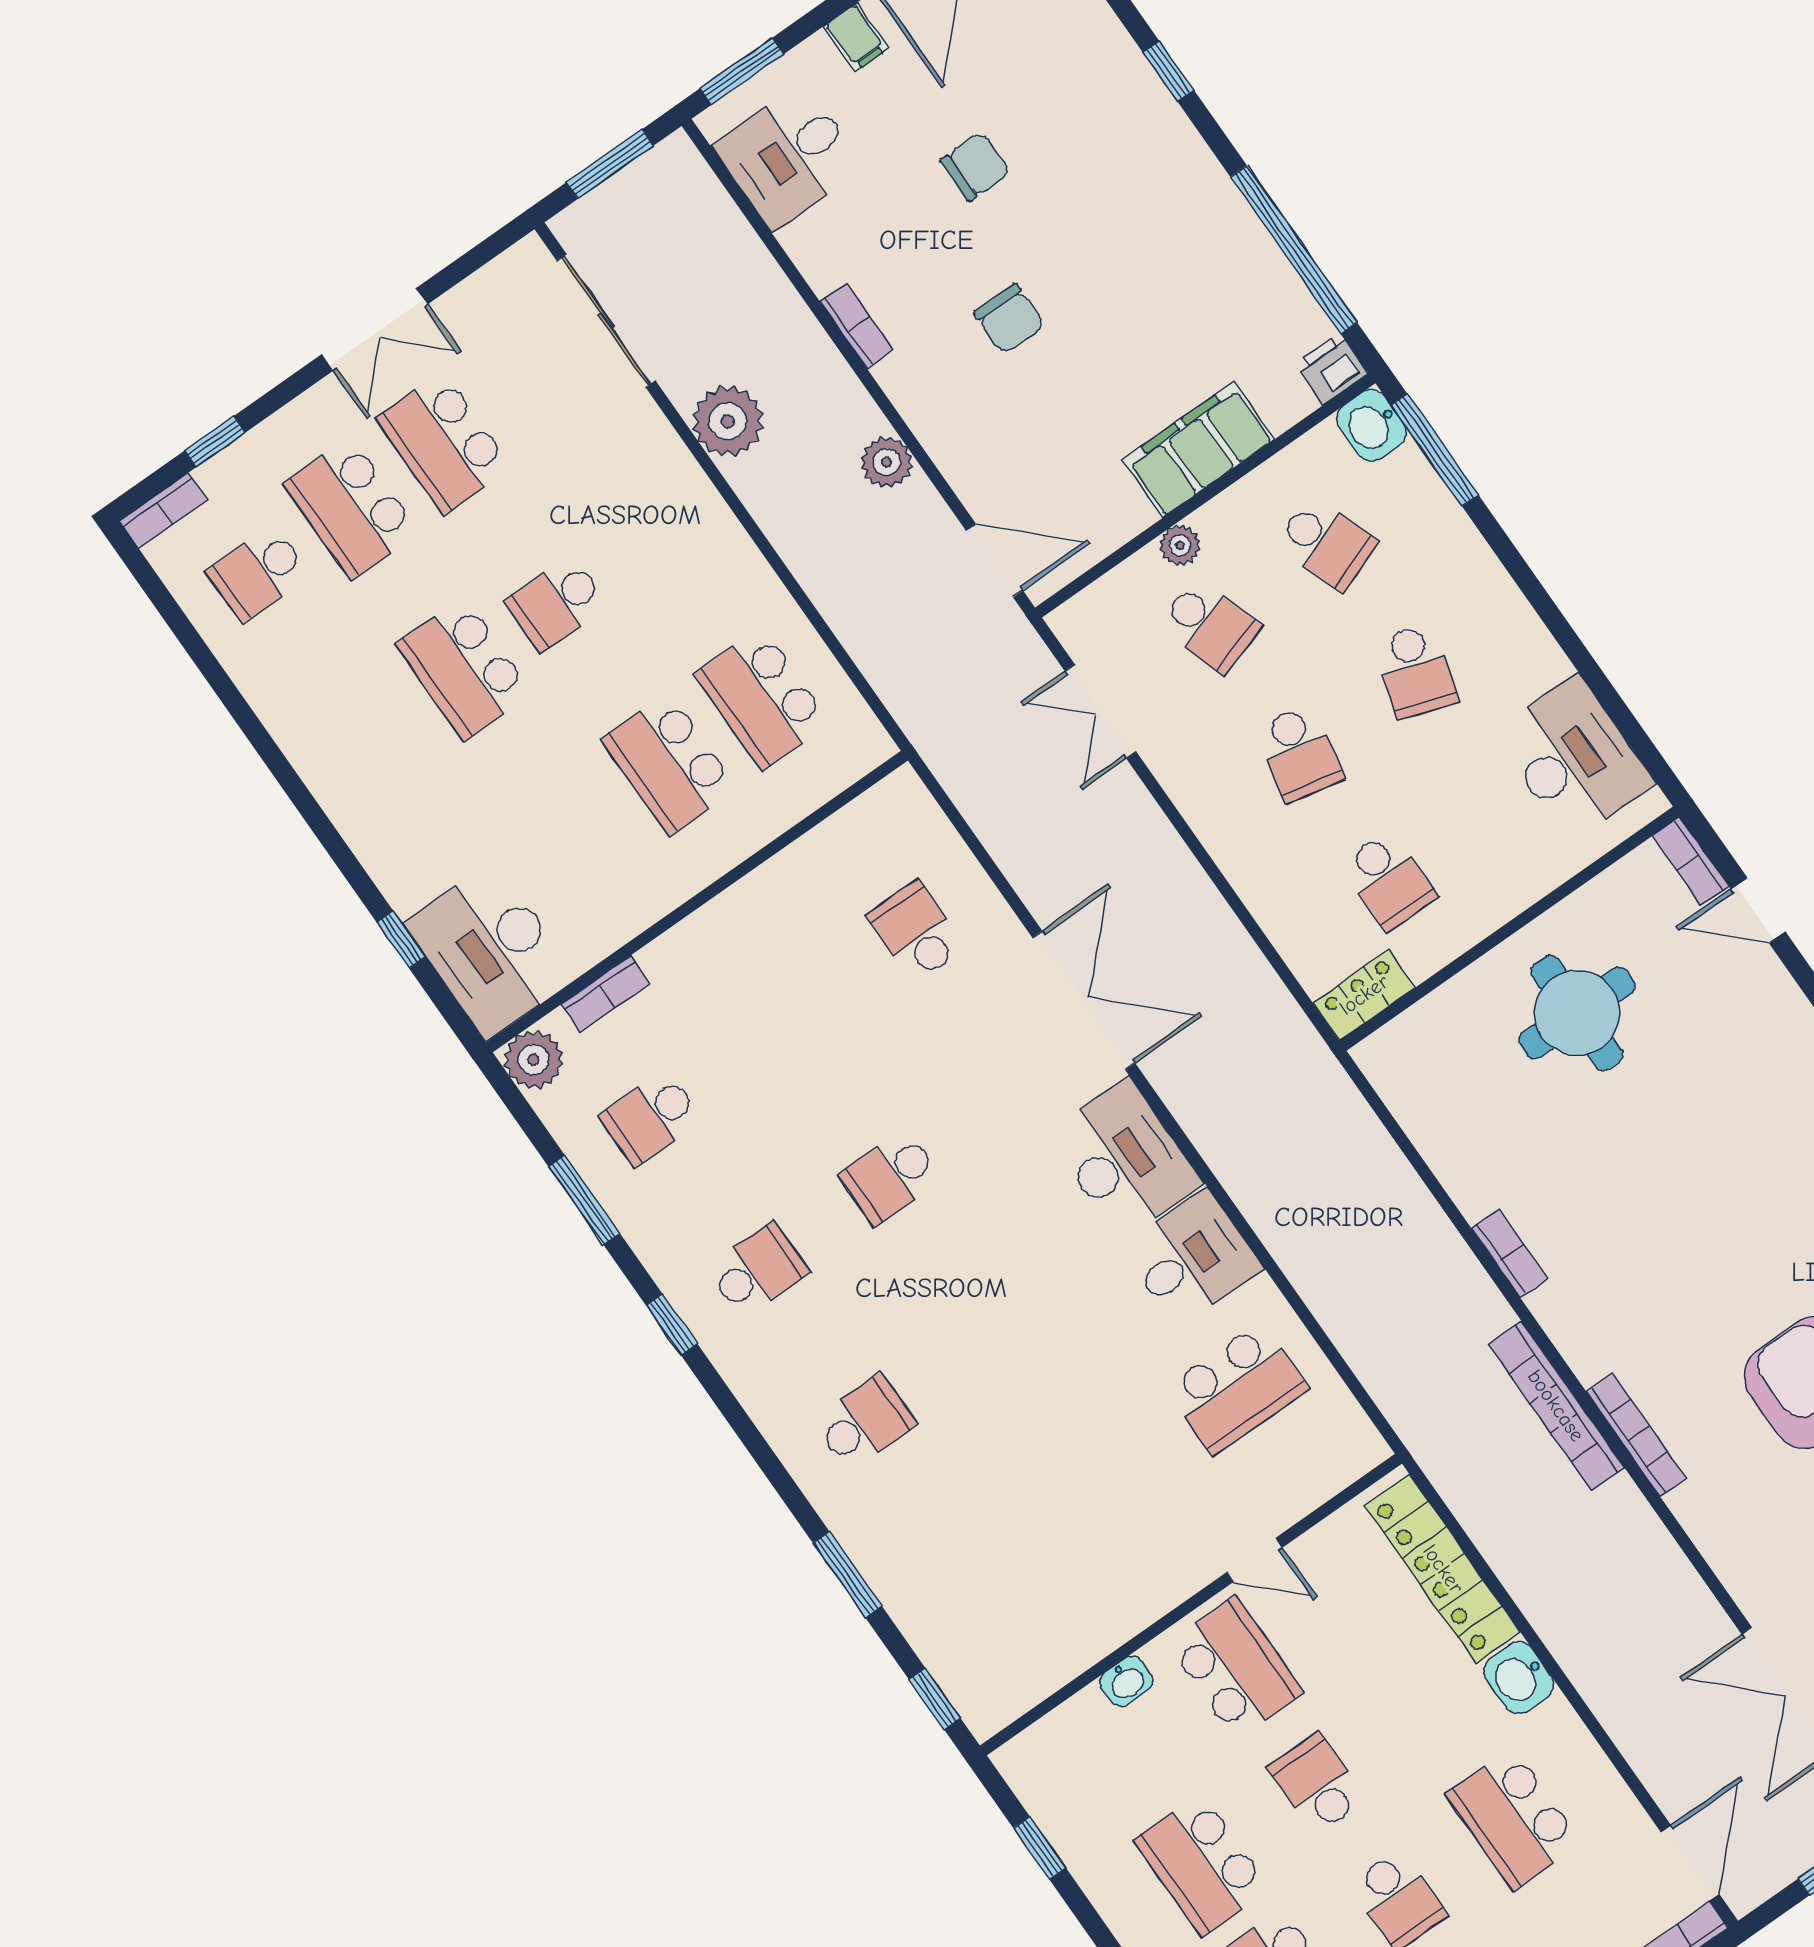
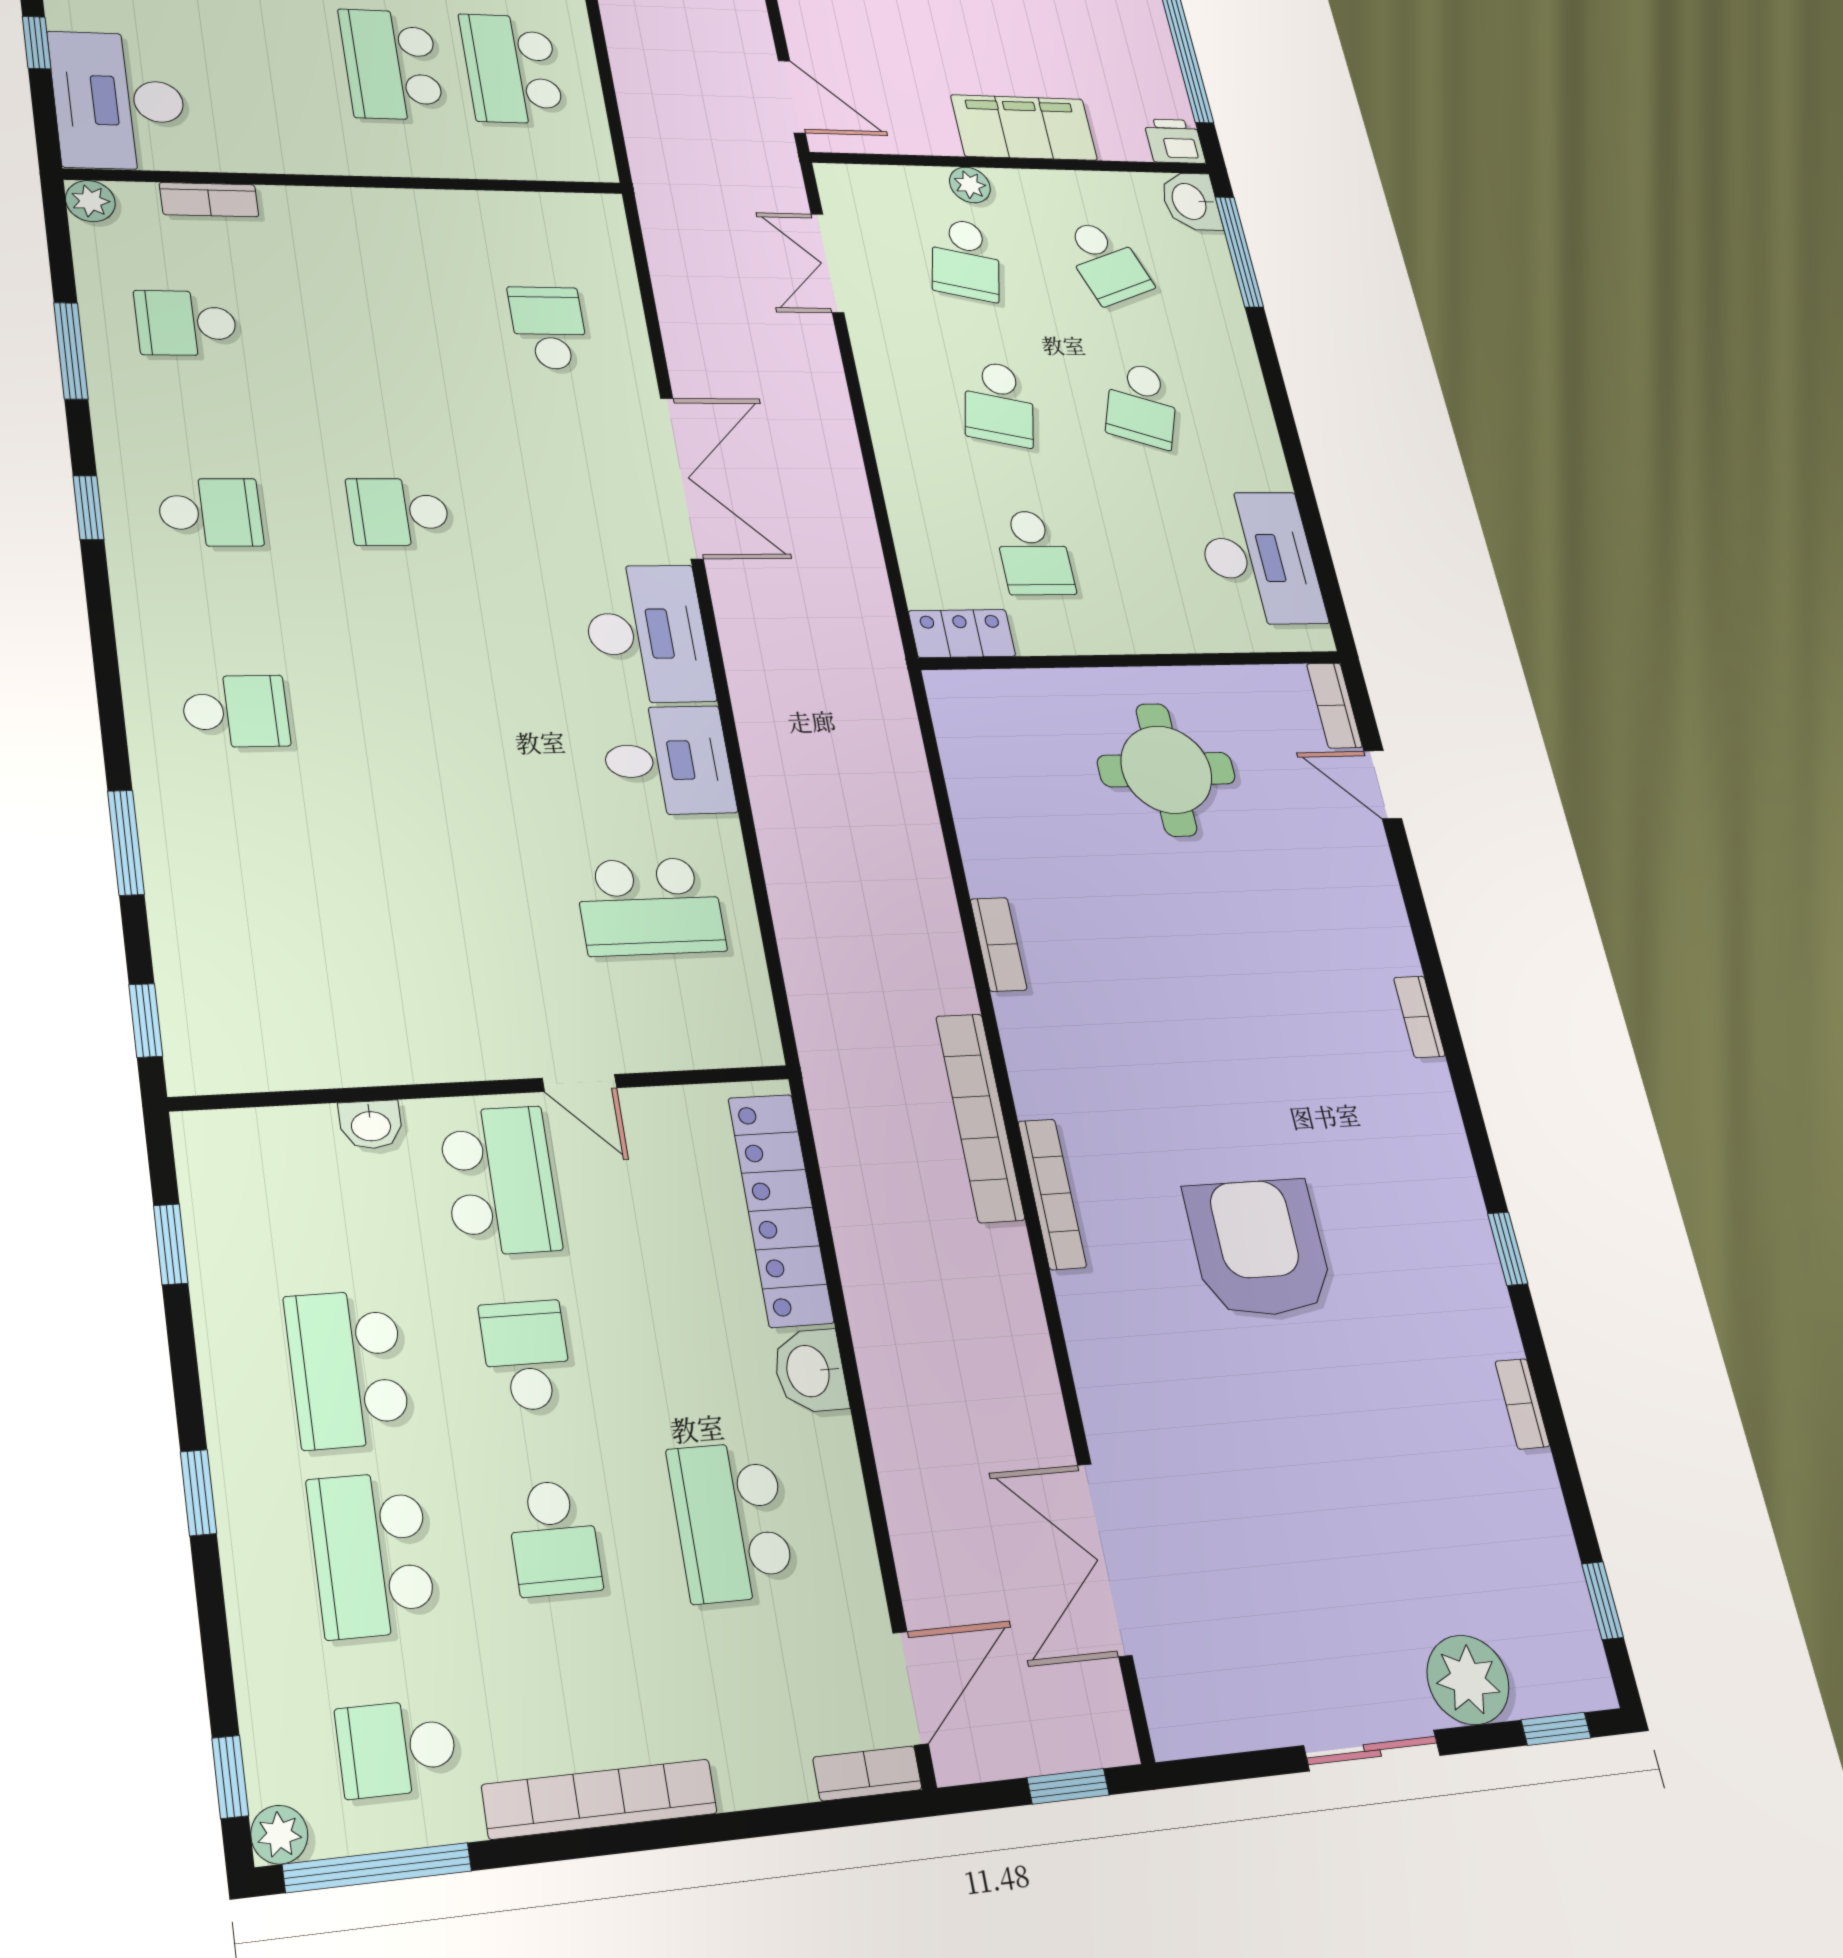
school desk: (1210, 626) -> (966, 259), turned 30
plant: (534, 1060) -> (90, 201), width x0.73, depth x0.73

